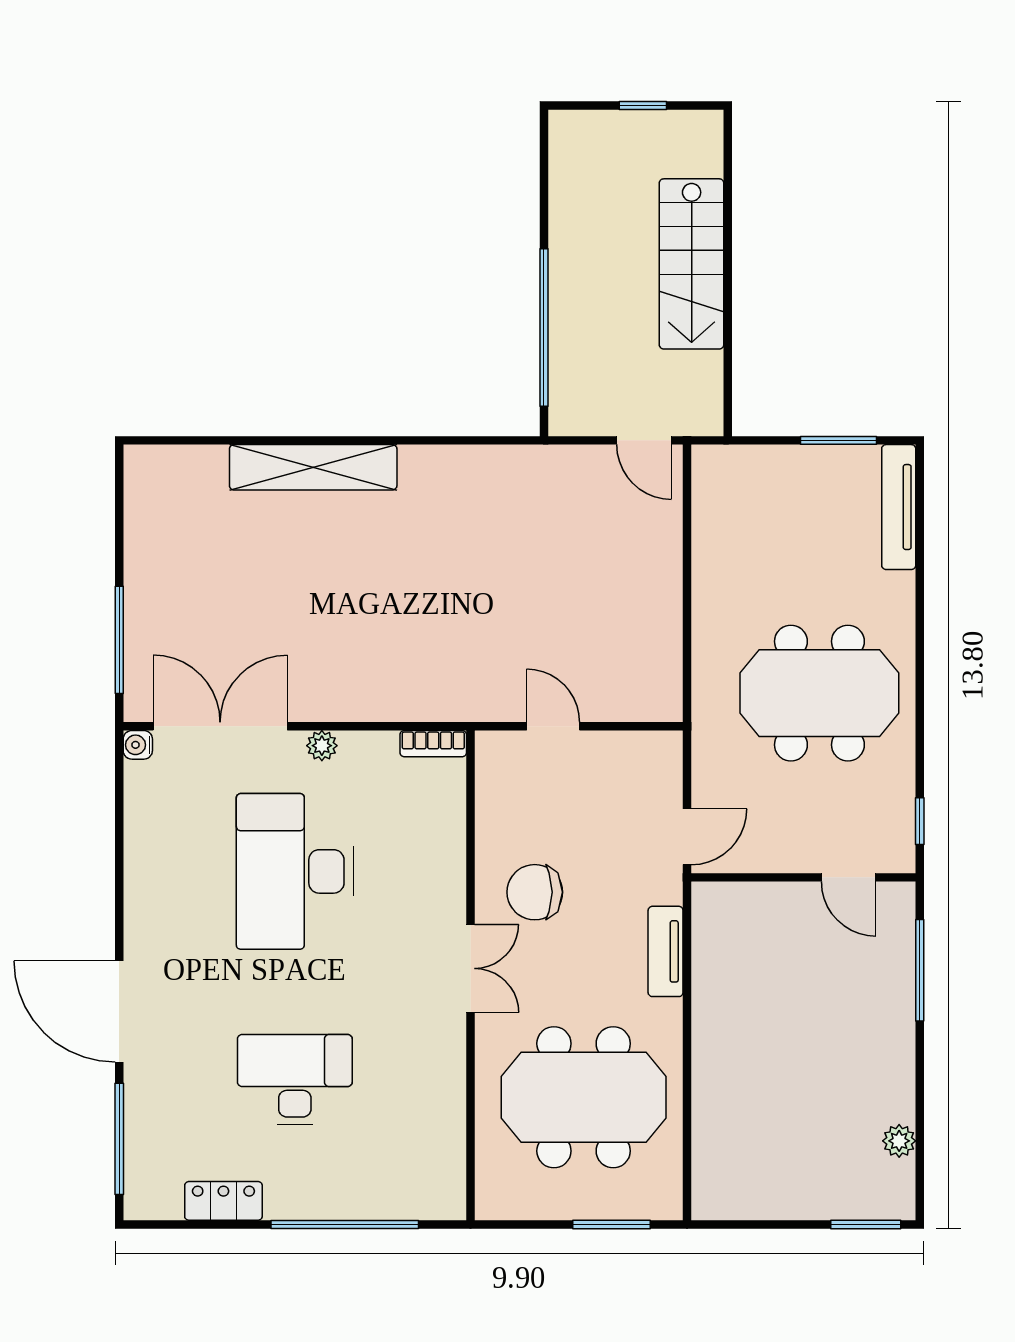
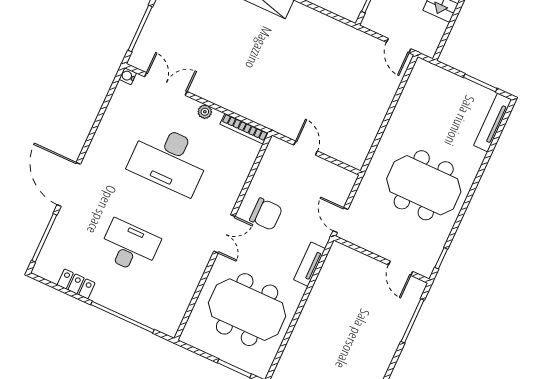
double door: (220, 726) -> (166, 84), width x0.73
bookcase: (433, 744) -> (244, 129), width x1.56
door: (687, 837) -> (340, 220), swing flipped
desk: (295, 871) -> (169, 159), turned -90
chair: (535, 892) -> (266, 214), turned 180

